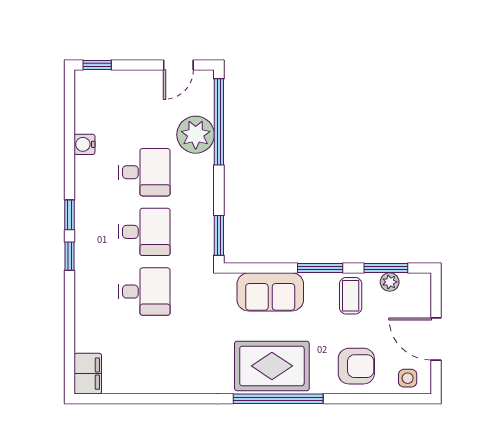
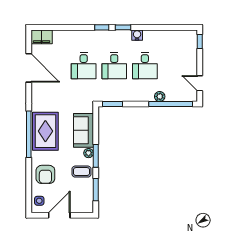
plant: (196, 135) -> (160, 96), width x0.53, depth x0.53
water cooler: (85, 144) -> (137, 35), moved
plant: (390, 282) -> (89, 153), moved
door: (149, 399) -> (29, 68), added

